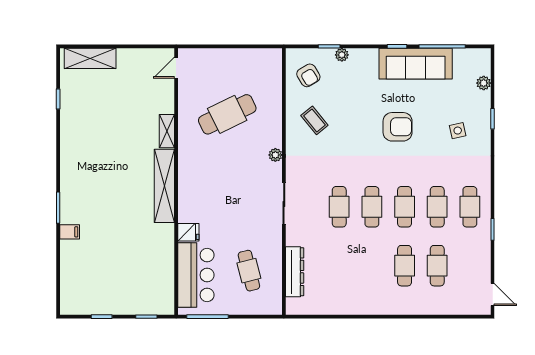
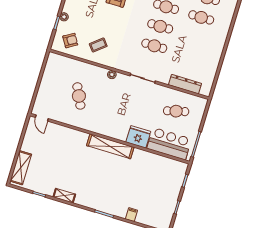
cafe table: (227, 114) -> (79, 96), width x0.73, depth x0.74
shelving: (167, 131) -> (64, 196), moved
filing cabinet: (70, 232) -> (131, 215), moved
fridge: (188, 232) -> (138, 137), width x1.88, depth x1.34

